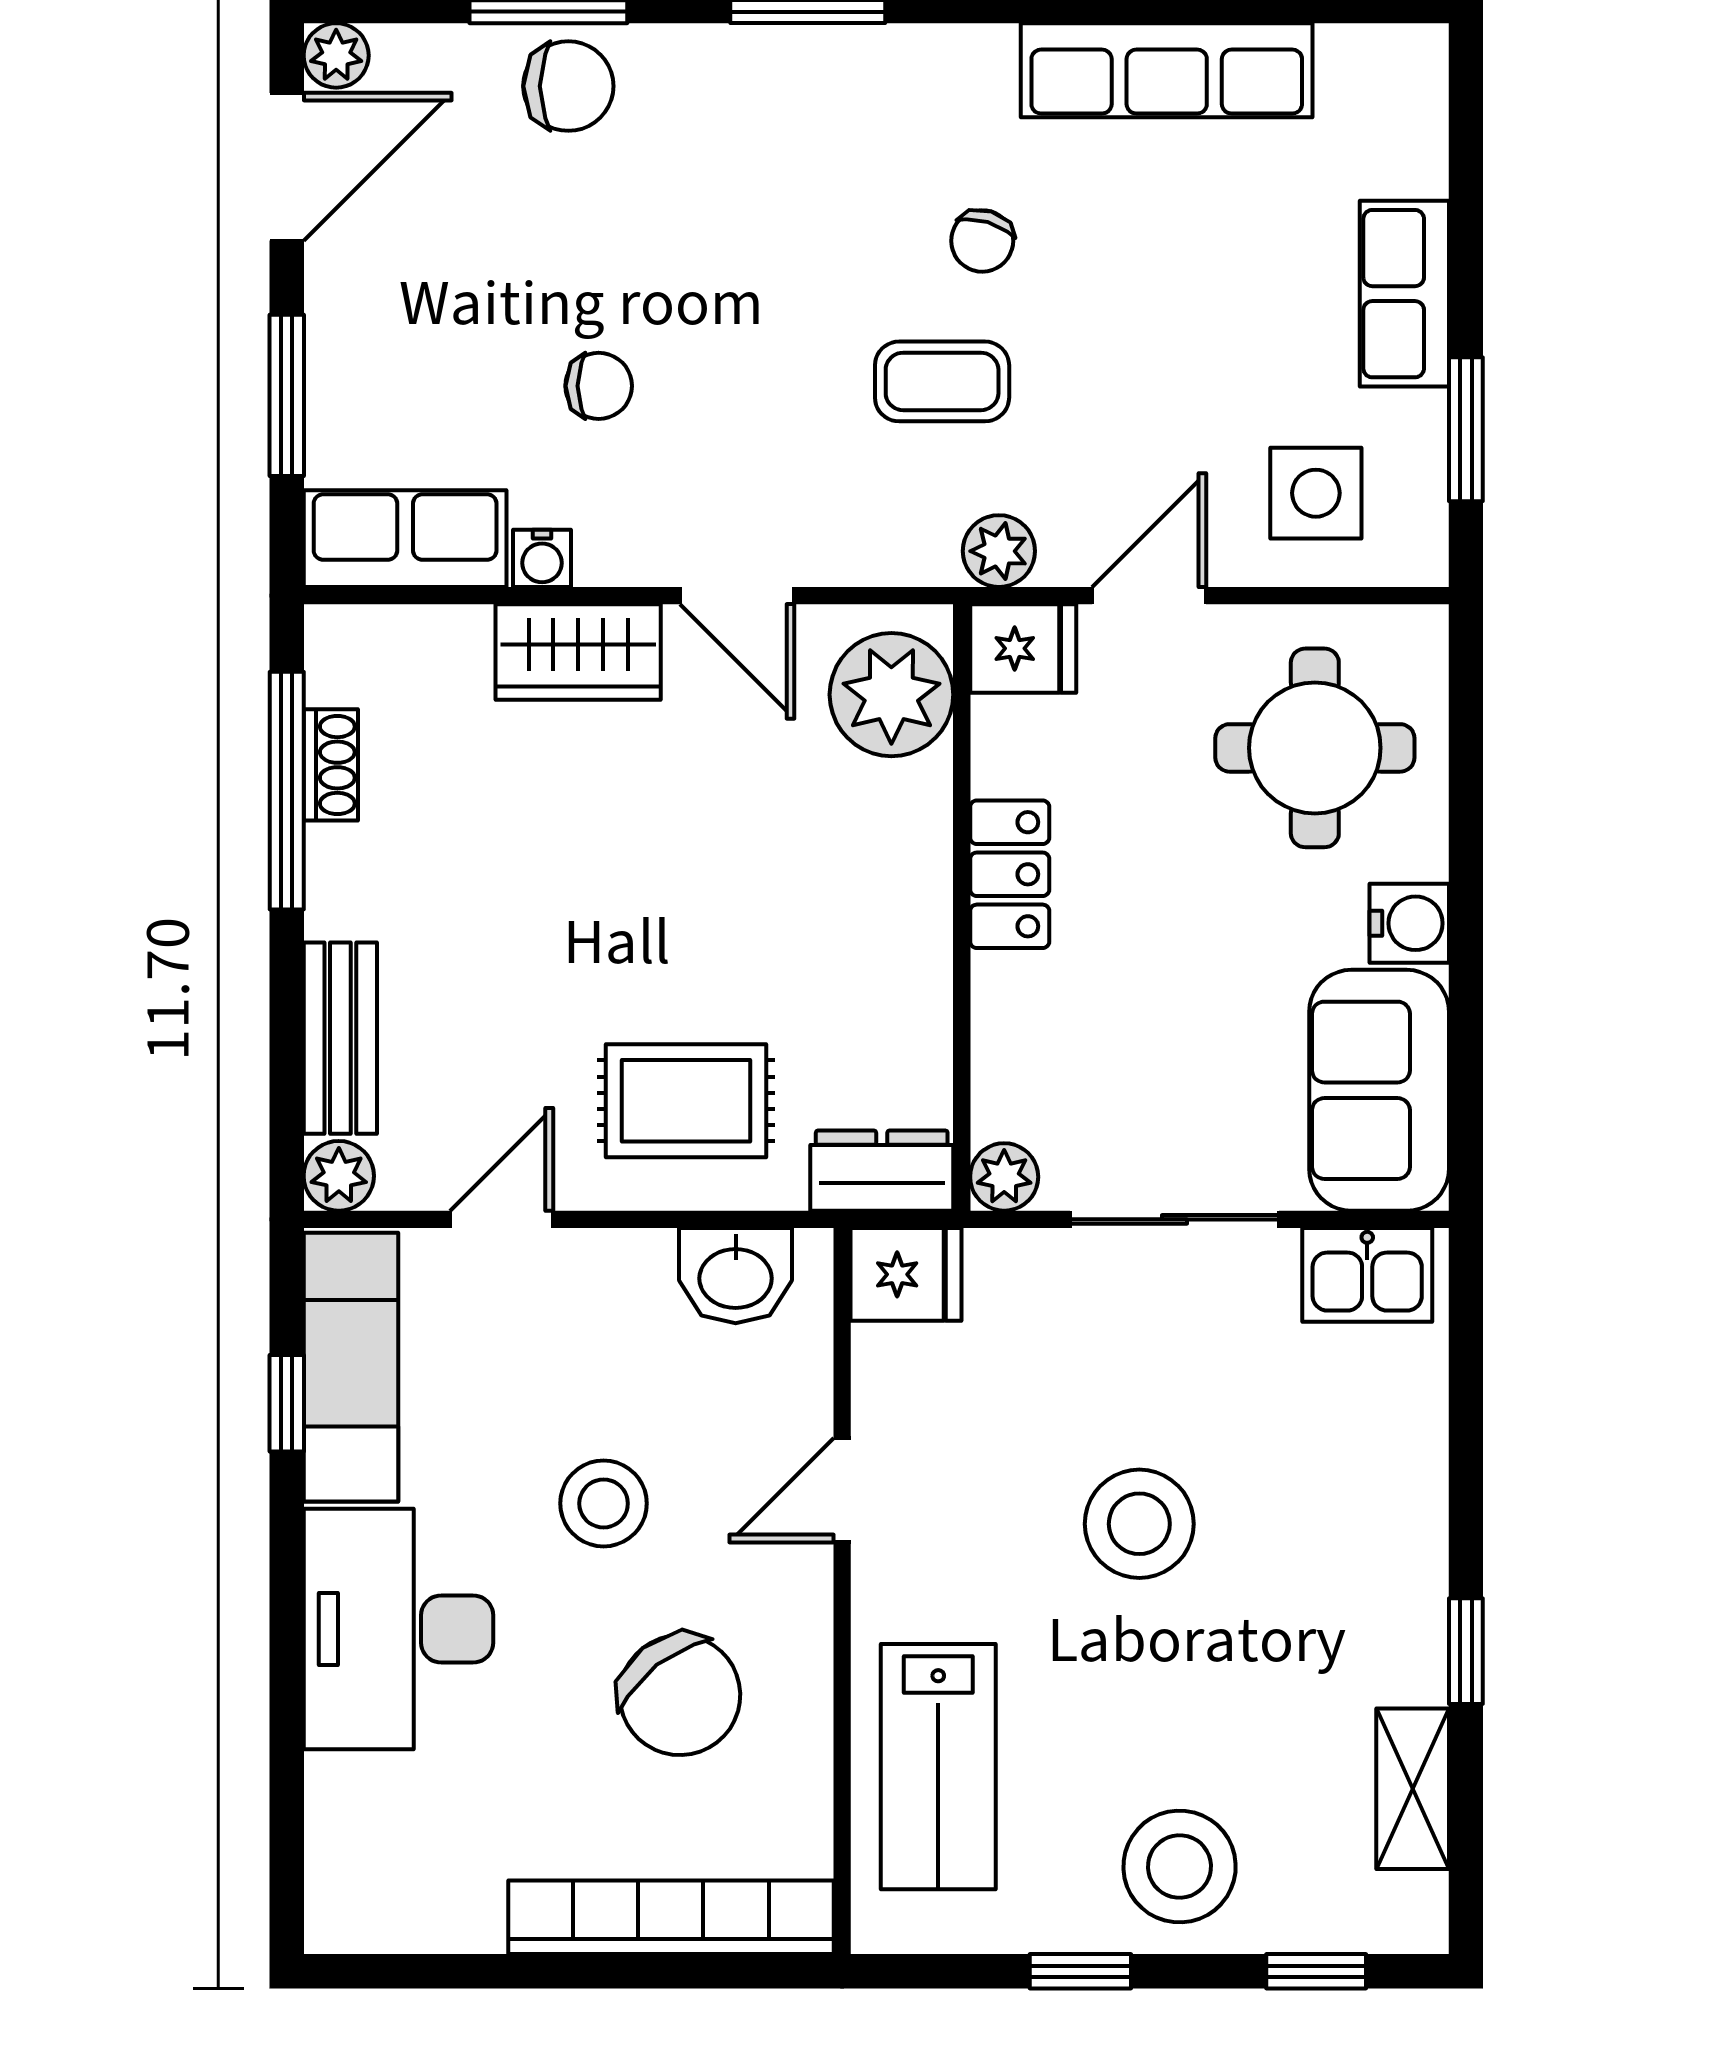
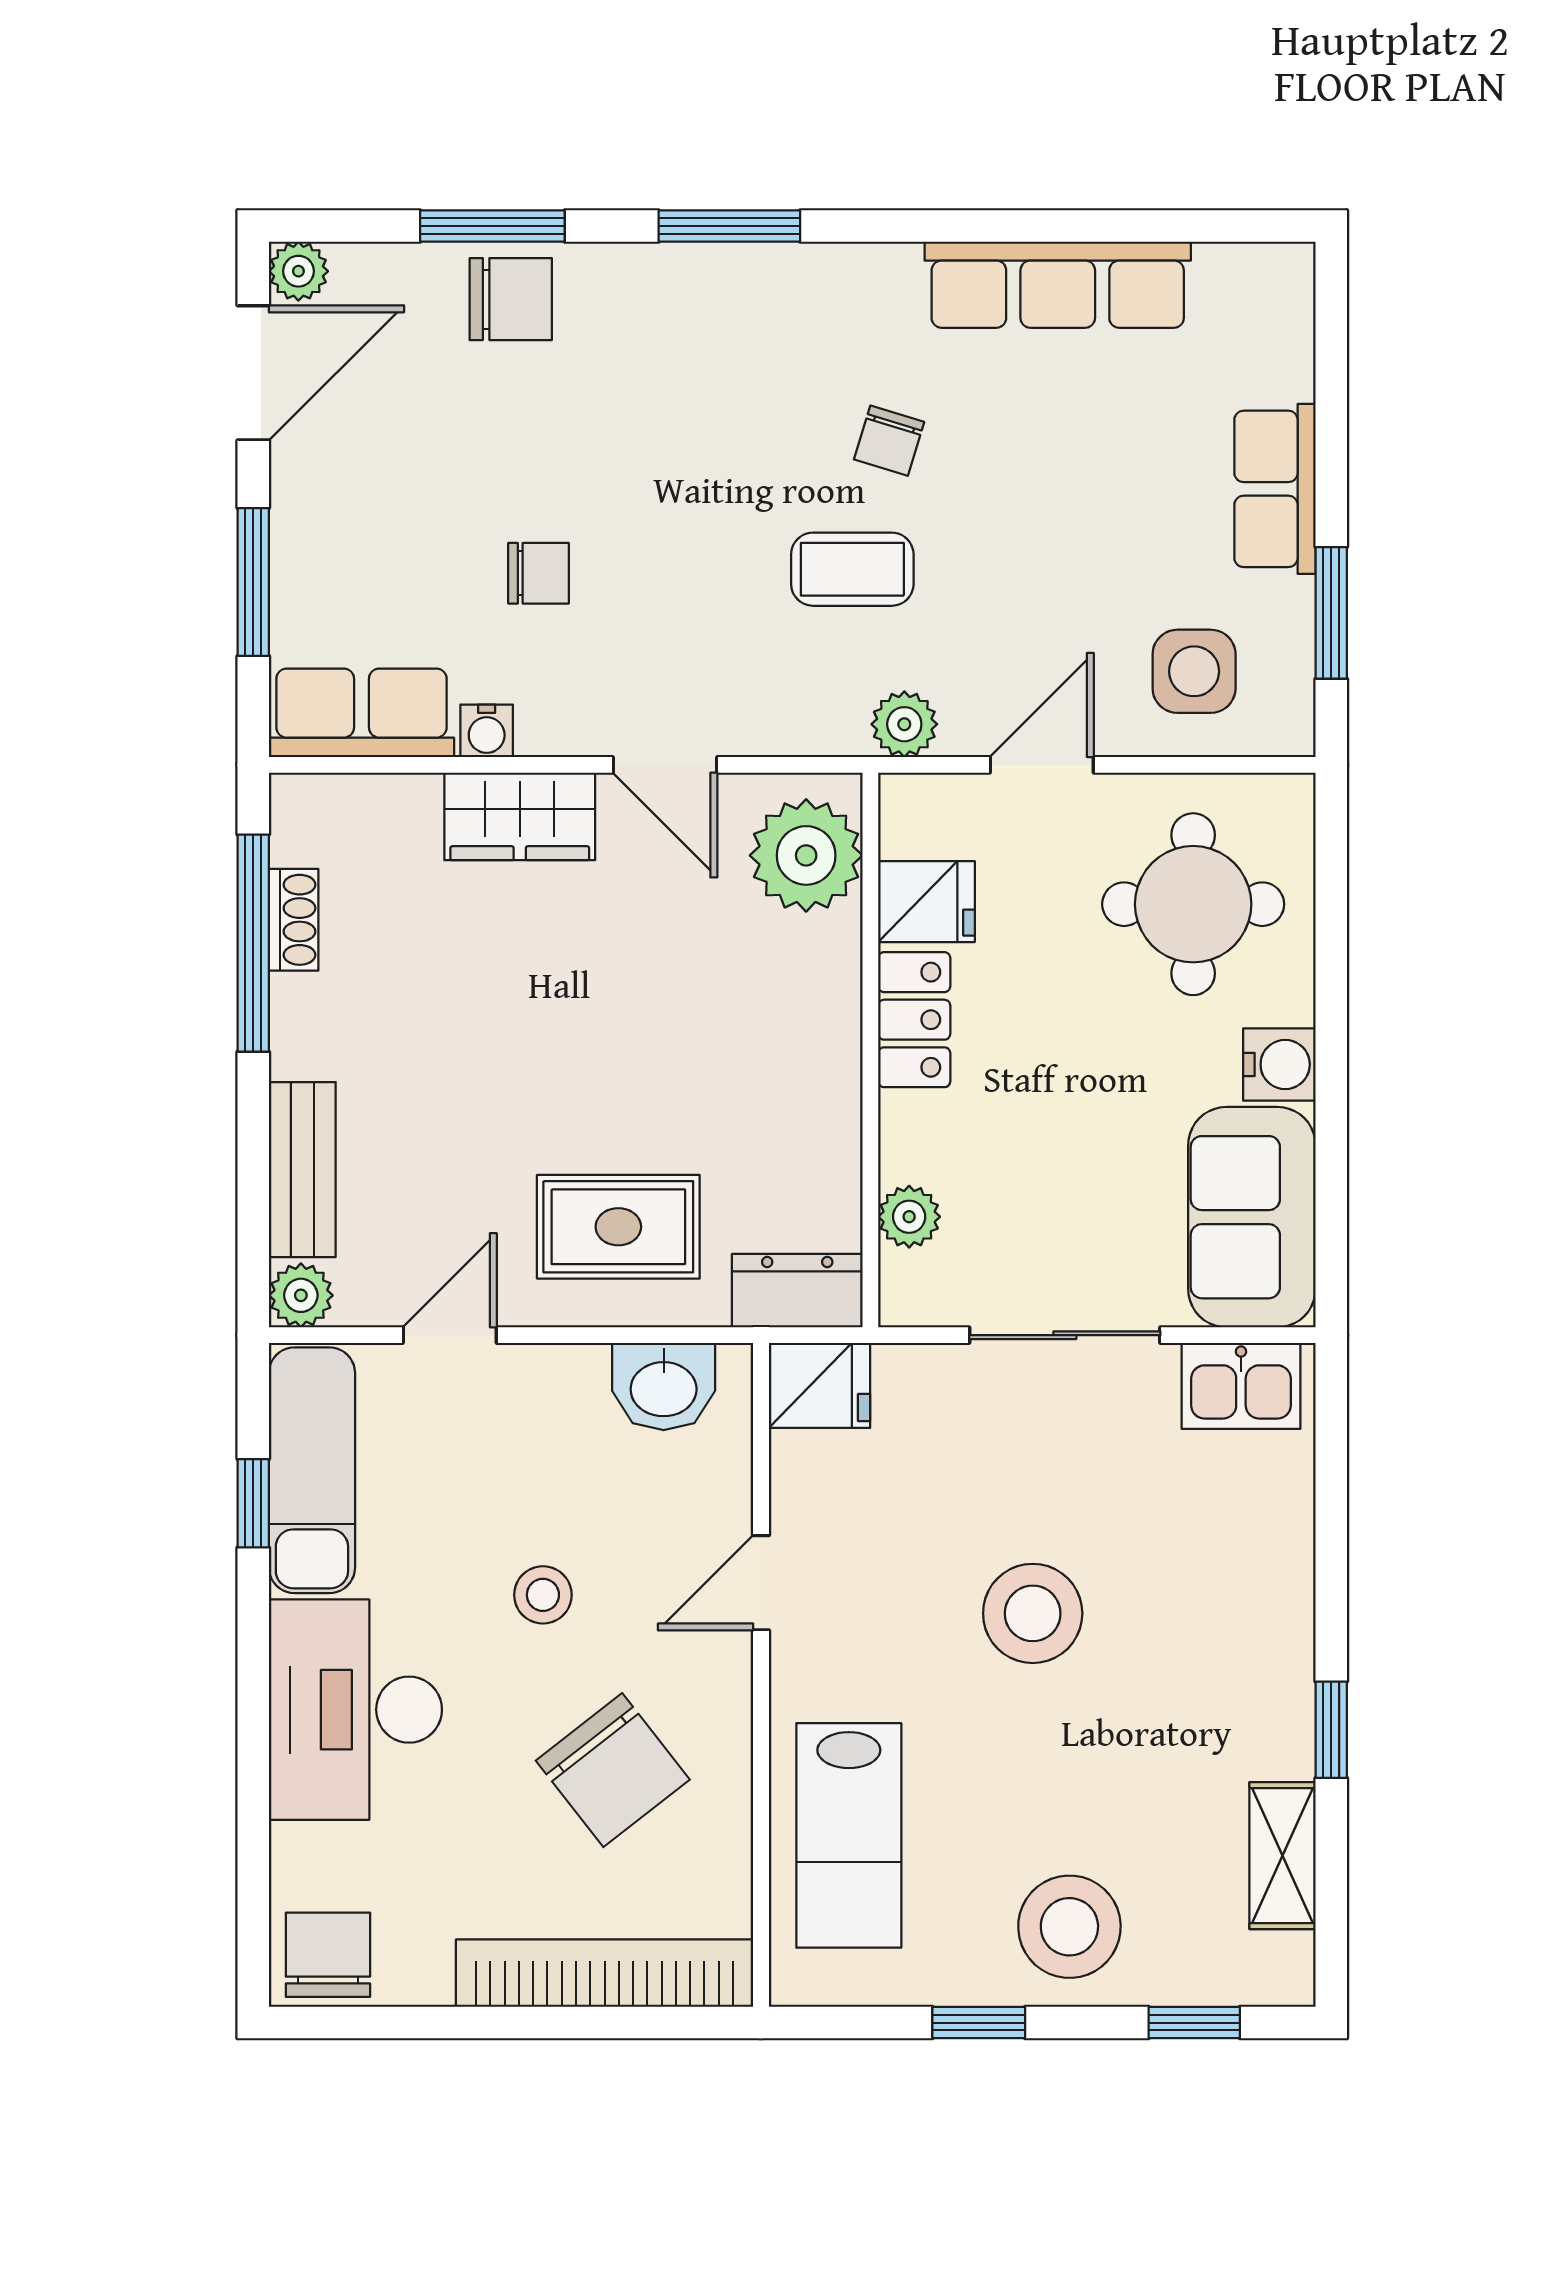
fridge: (1023, 648) -> (926, 902), moved
plant: (1004, 1177) -> (909, 1217), moved
stool: (604, 1503) -> (543, 1595), width x0.73, depth x0.73
chair: (368, 1897) -> (328, 1955), added

